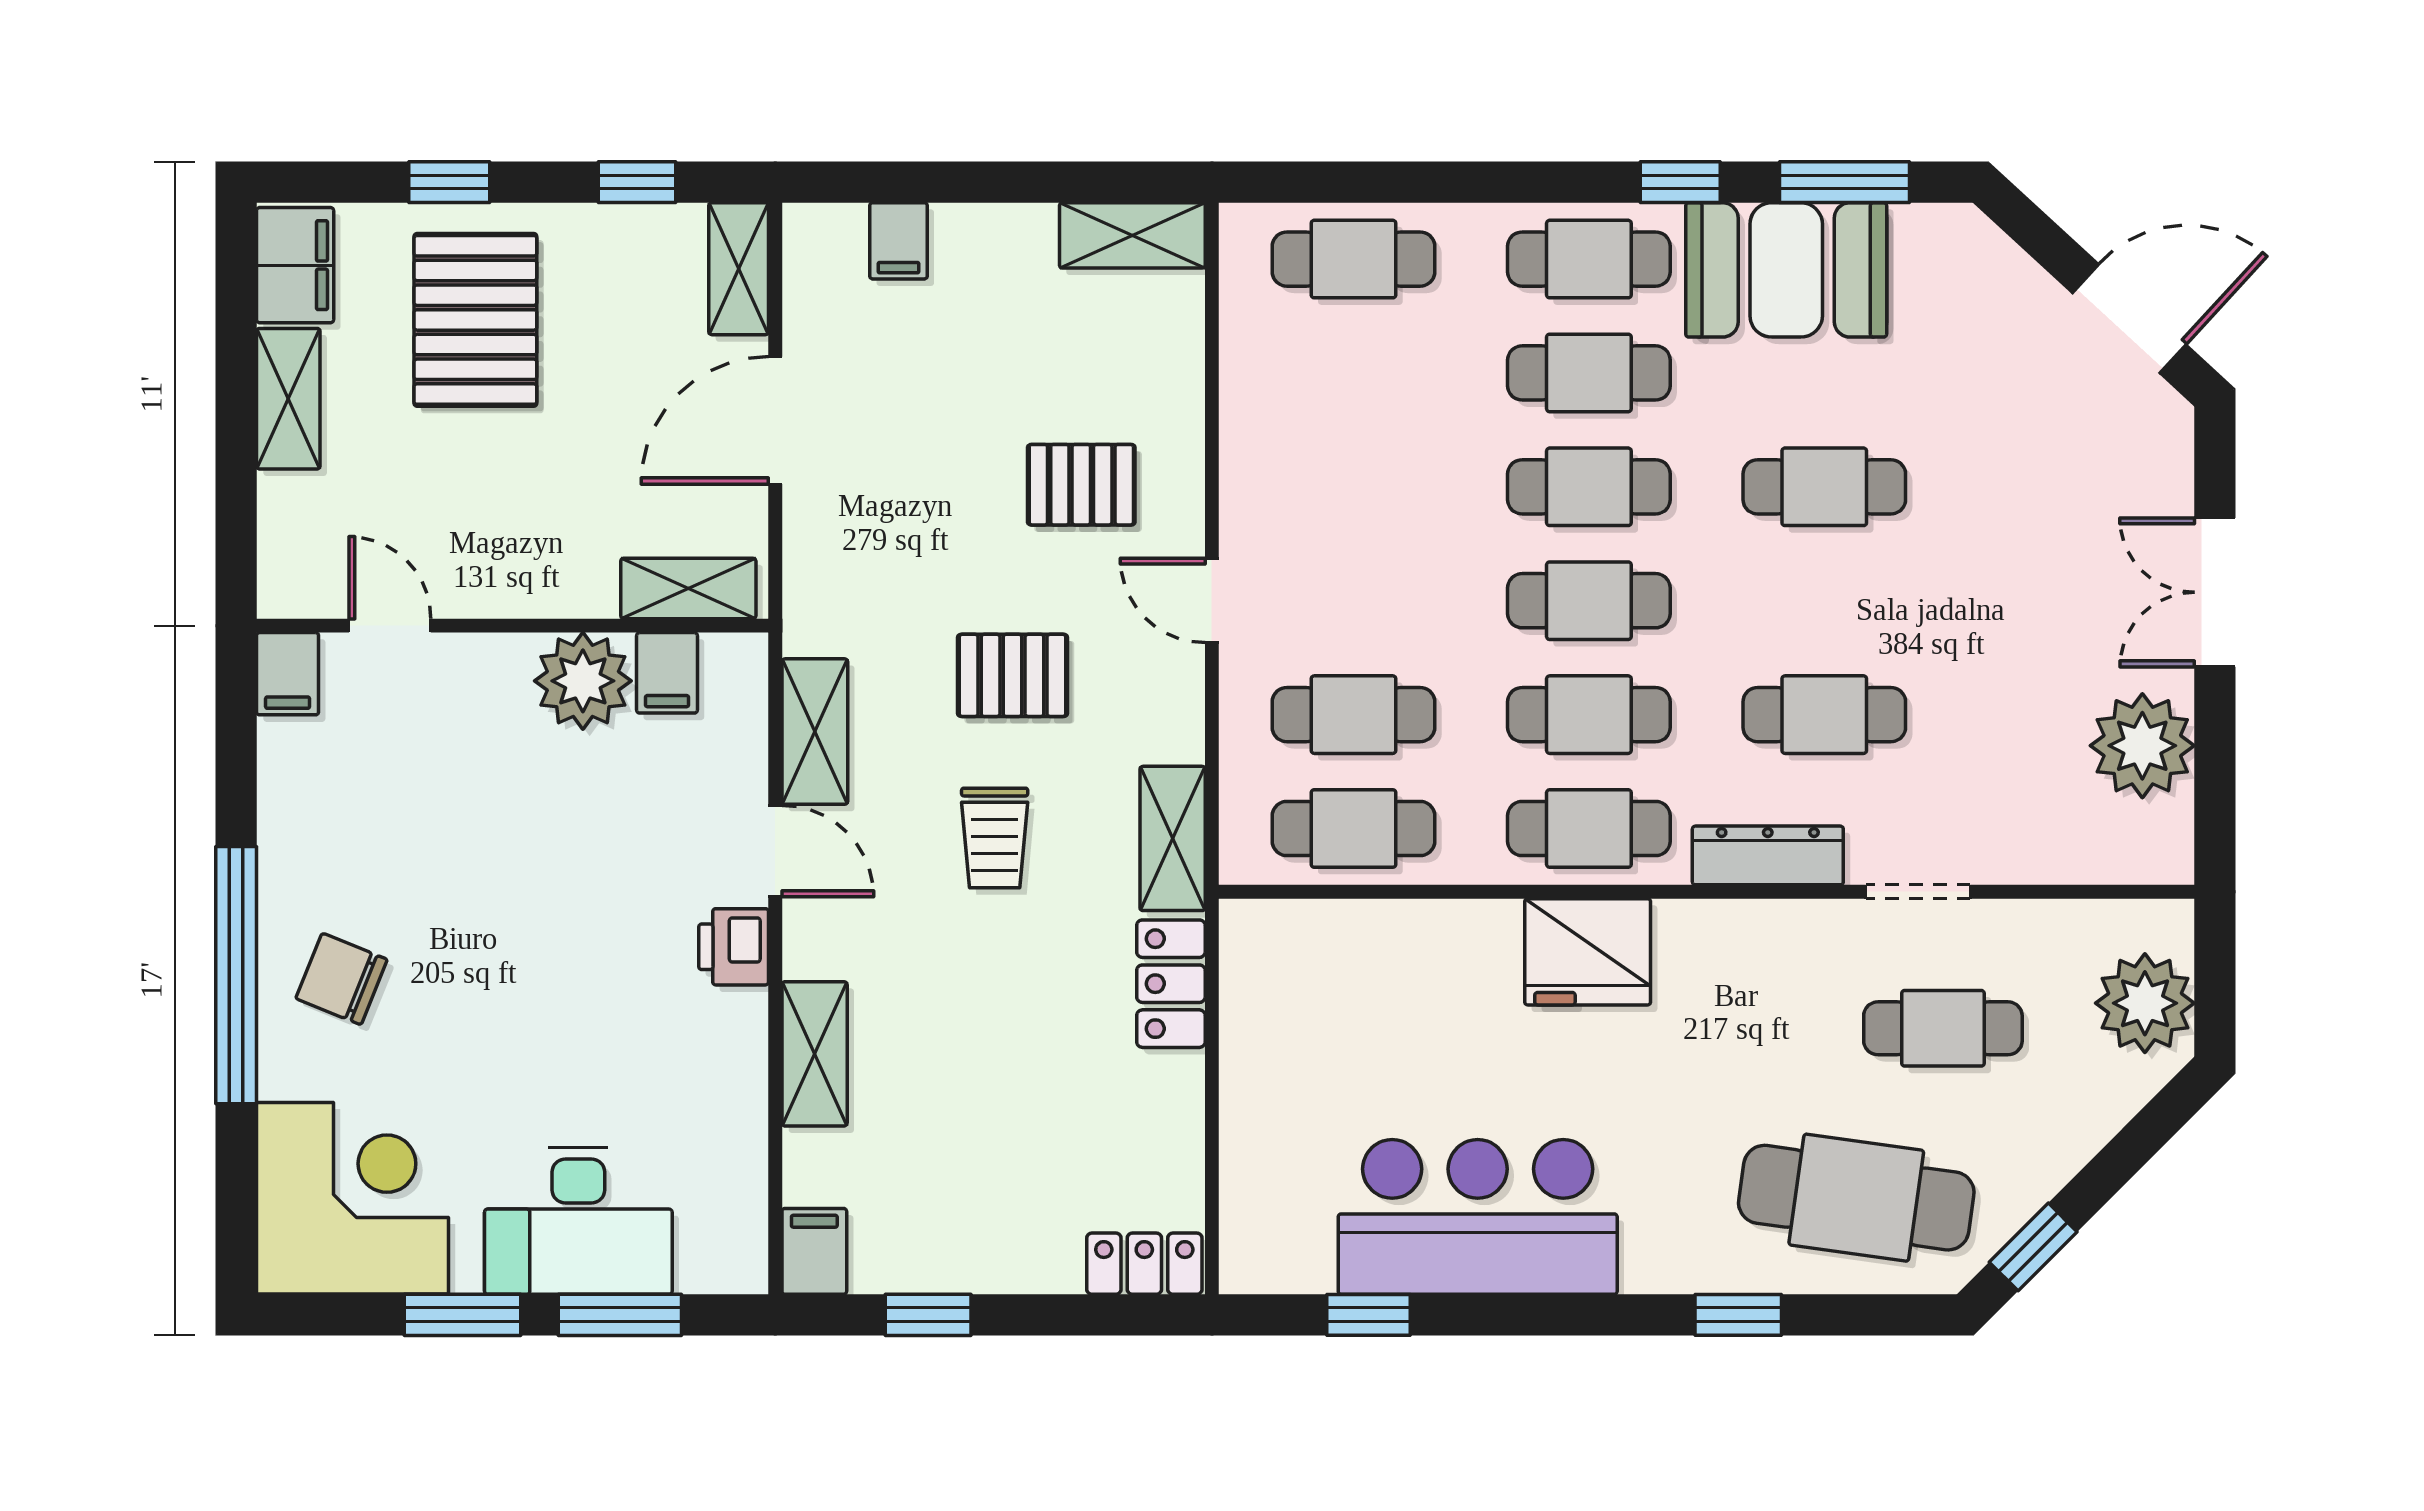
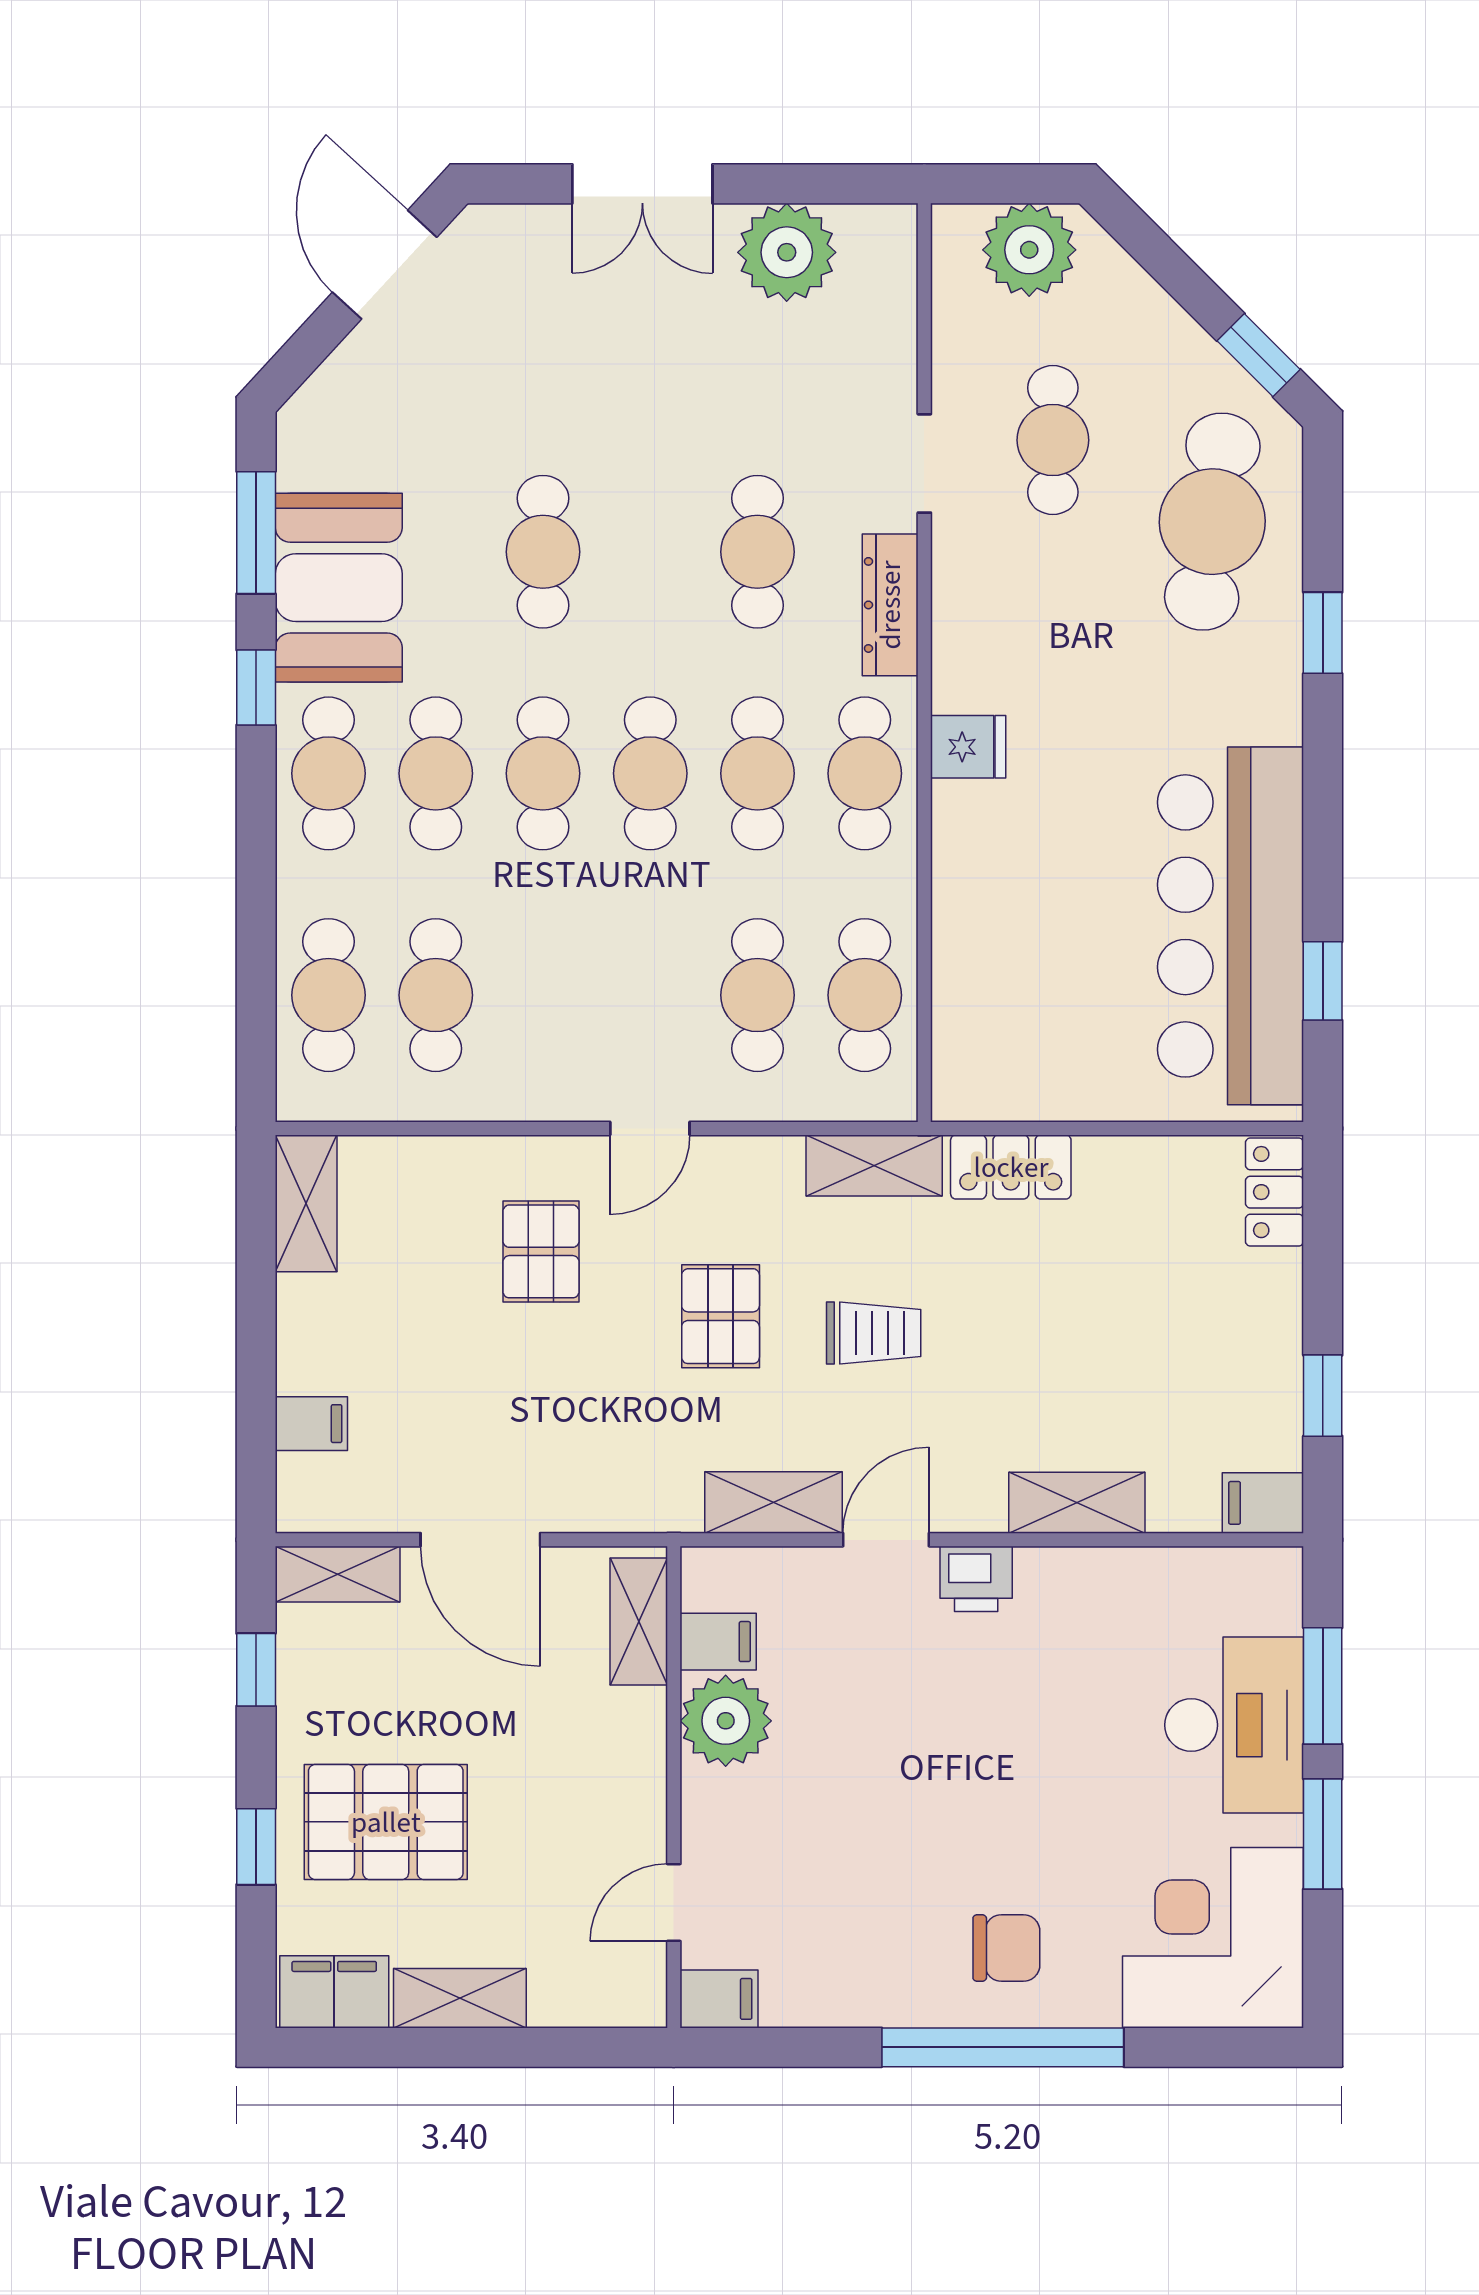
cafe table: (1354, 373) -> (436, 995), added
fridge: (1588, 952) -> (968, 747), width x0.53, depth x0.75
chair: (342, 979) -> (1006, 1948), turned -112
bar counter: (1478, 1217) -> (1230, 926), width x1.36

